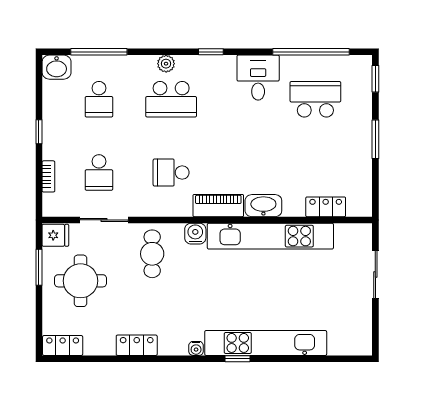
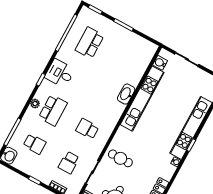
desk: (258, 78) -> (60, 73), moved
school desk: (99, 173) -> (69, 163), turned 90
school desk: (171, 173) -> (87, 129), turned 90
piano: (218, 206) -> (115, 115), removed
locker: (326, 207) -> (143, 65), removed
water cooler: (195, 234) -> (160, 63), moved

